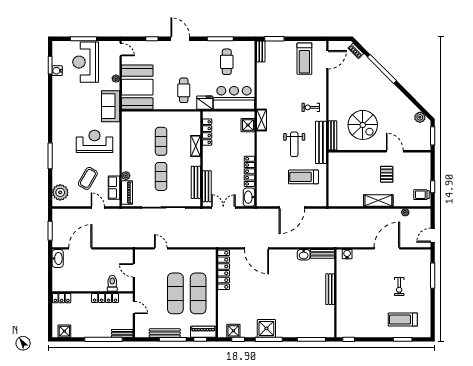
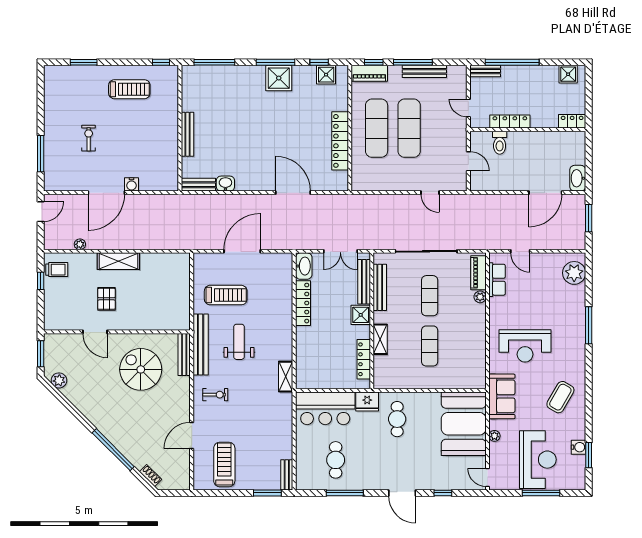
door: (327, 60) -> (192, 436), moved
shower: (248, 125) -> (361, 315), moved
coffee table: (88, 178) -> (560, 397), moved
water cooler: (347, 254) -> (131, 184), moved
locker: (224, 270) -> (340, 141), moved
treadmill: (403, 319) -> (129, 89), moved

